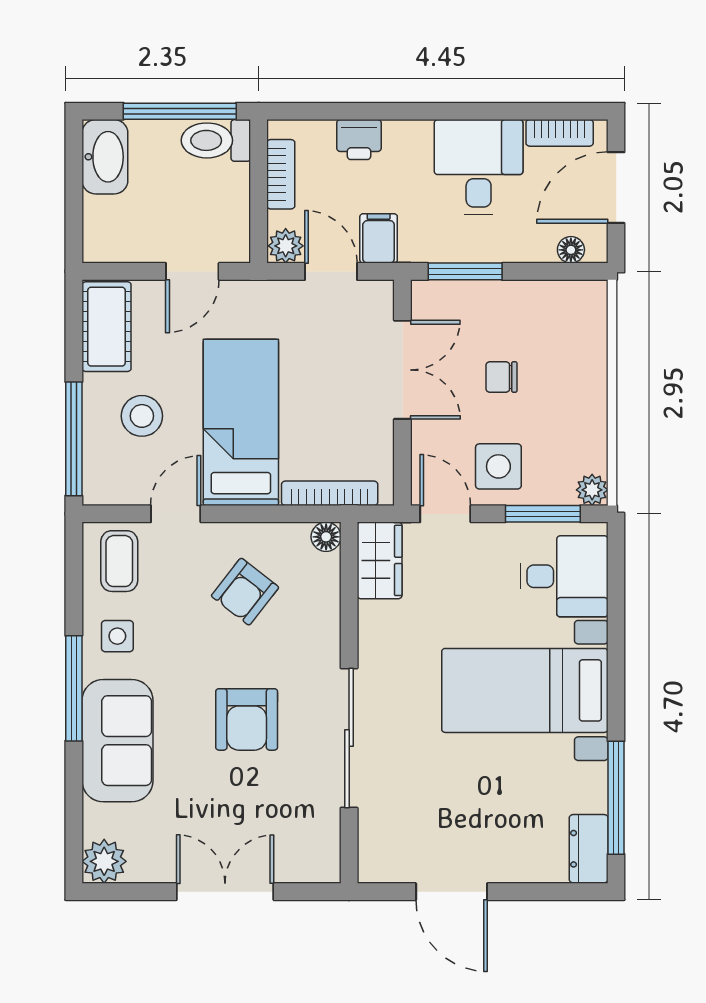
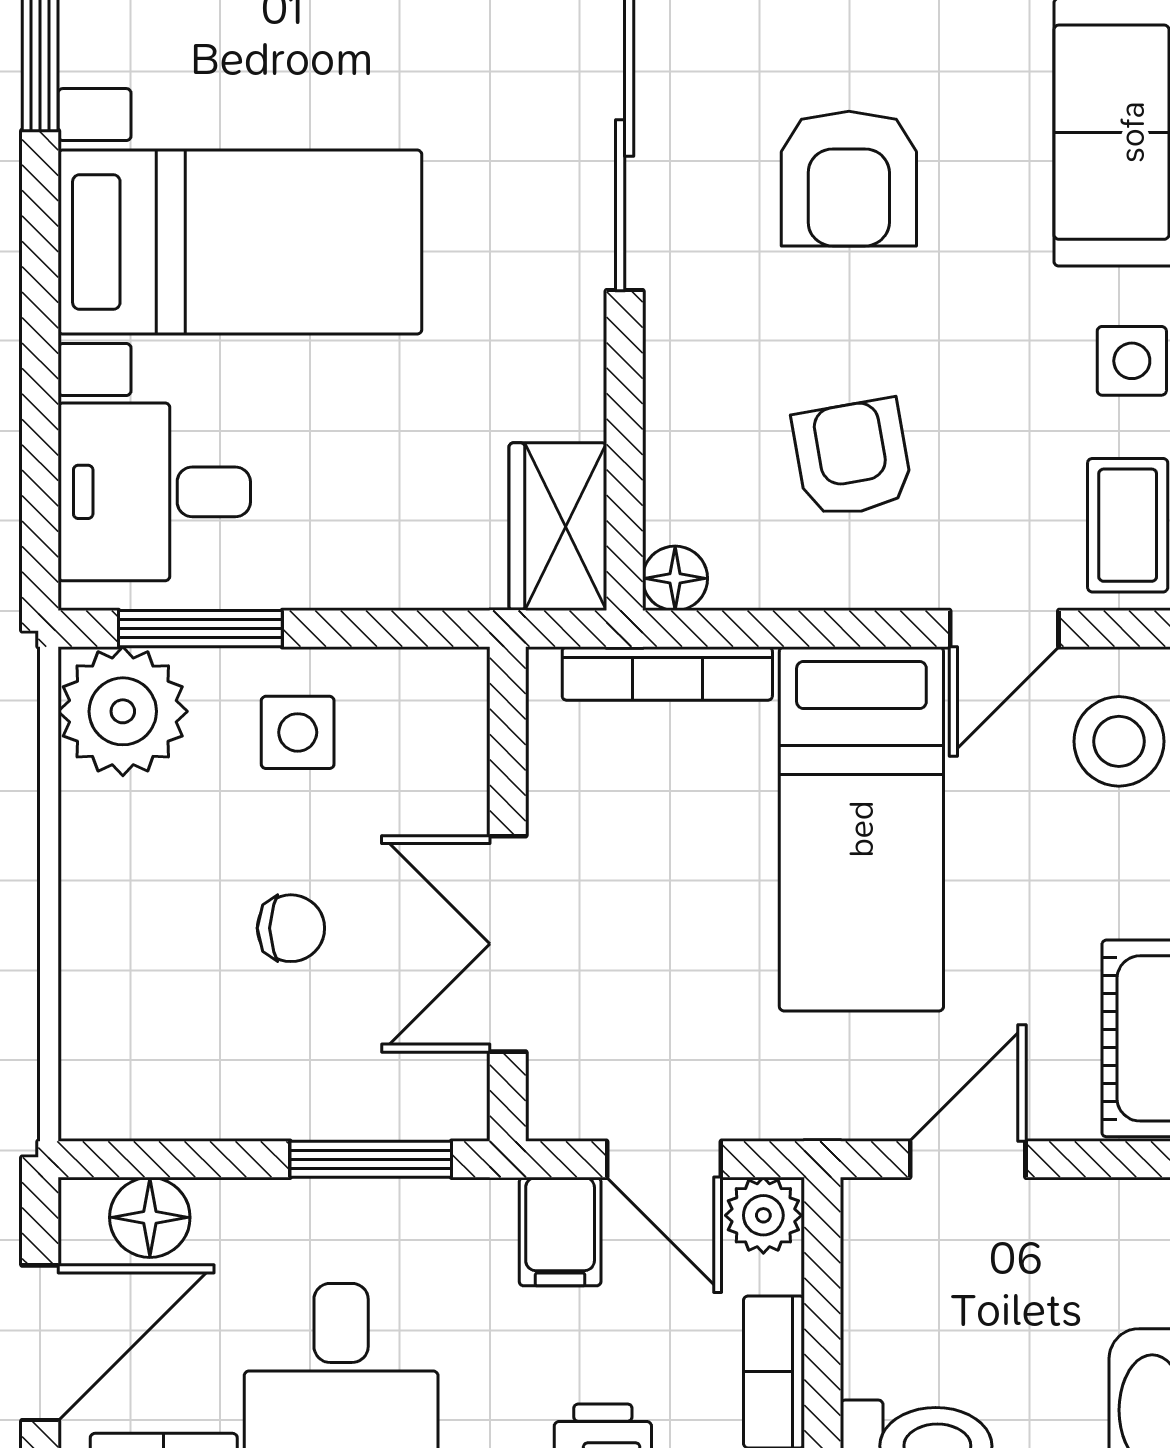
floor lamp: (571, 250) -> (150, 1217), width x1.37, depth x1.37
stool: (142, 416) -> (1119, 741), moved
side table: (498, 466) -> (298, 732), width x0.73, depth x0.73
plant: (592, 490) -> (123, 711), width x1.88, depth x1.88
door: (445, 514) -> (414, 629), removed
armchair: (245, 592) -> (852, 458), turned -48
armchair: (247, 719) -> (849, 179), turned 180

